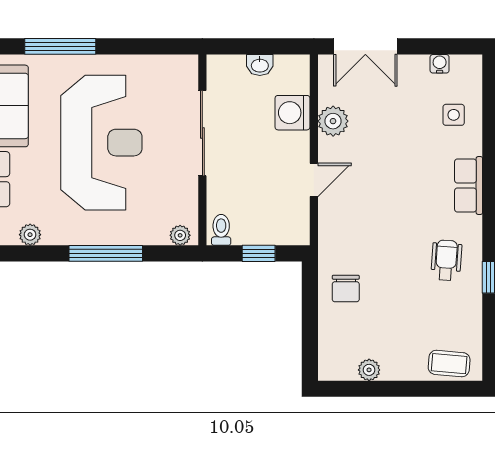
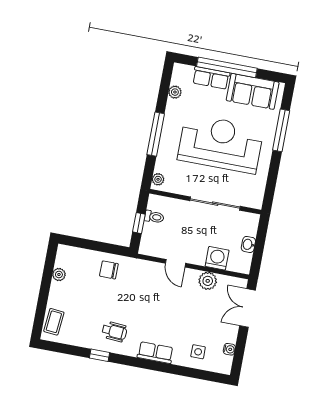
reception desk: (101, 143) -> (221, 144), turned 180
toilet: (221, 230) -> (154, 217), moved

